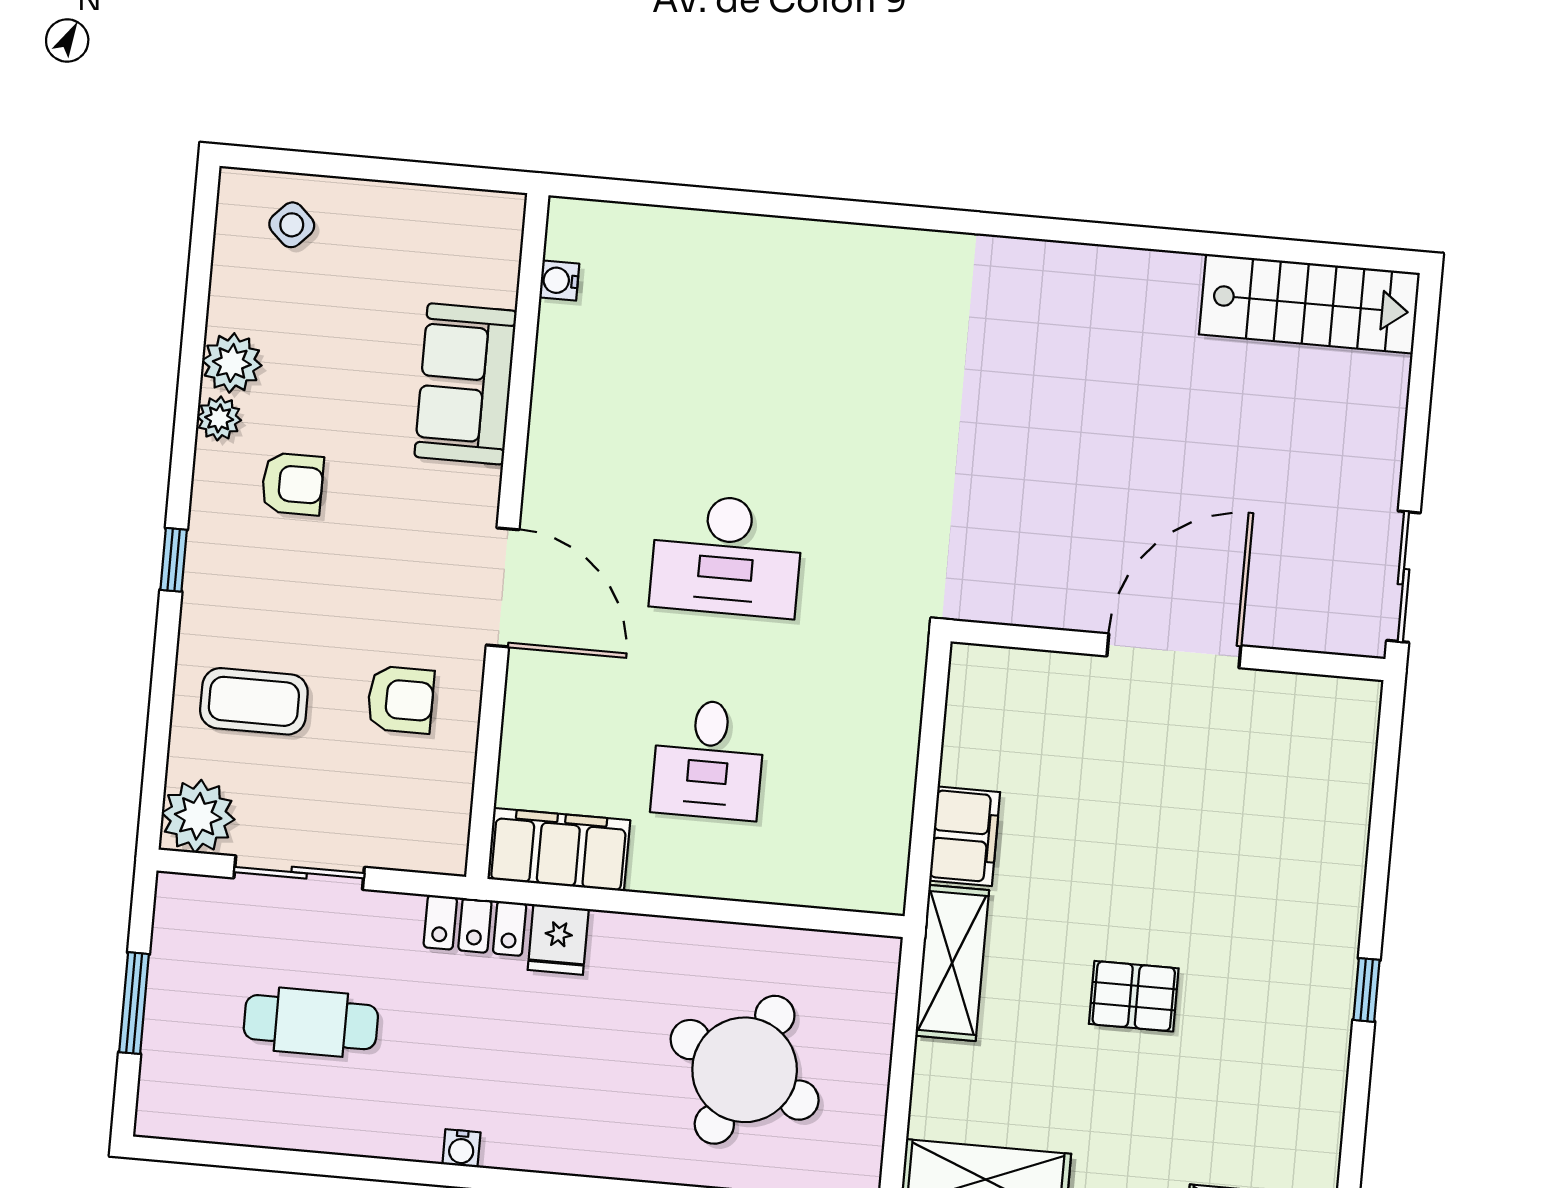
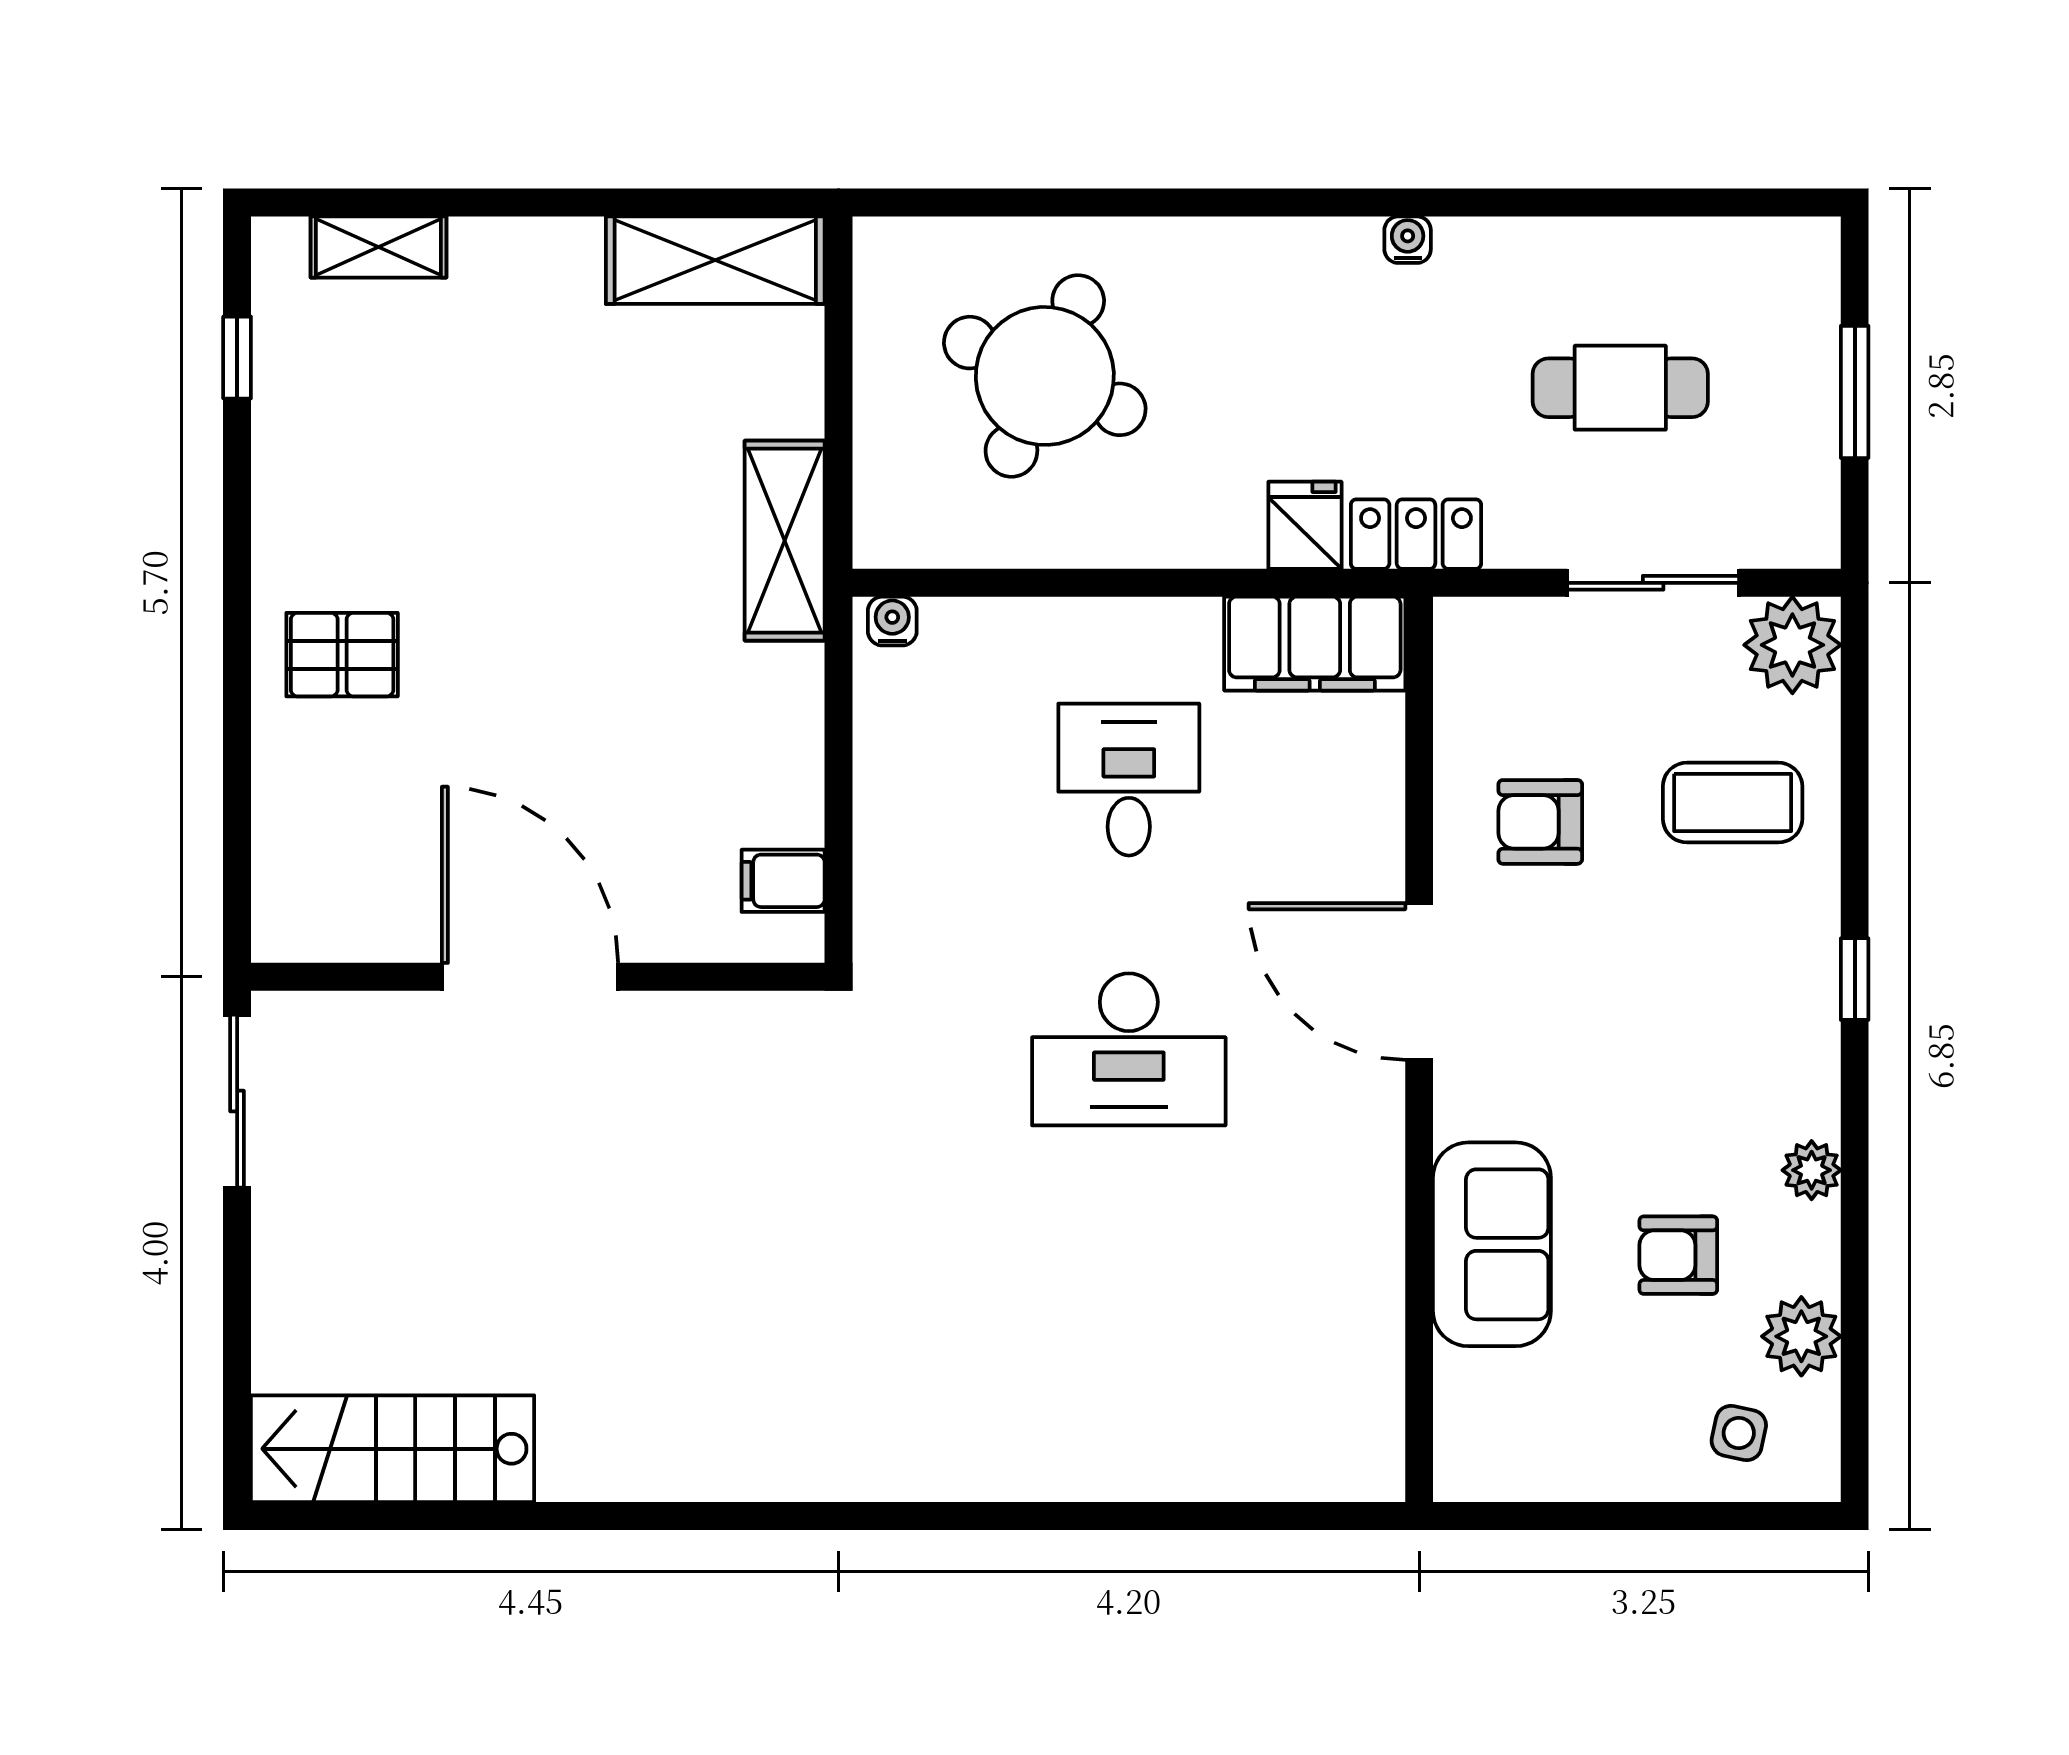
side table: (292, 225) -> (1739, 1433), turned -32
water cooler: (559, 281) -> (892, 621), moved, turned -90
plant: (232, 363) -> (1801, 1336), moved
armchair: (292, 484) -> (1678, 1255), moved
desk: (727, 556) -> (1129, 1049), turned 180
door: (1174, 651) -> (530, 977), swing flipped
filing cabinet: (965, 836) -> (783, 881), moved, width x0.50
window: (1367, 990) -> (237, 358), moved
pallet: (1134, 996) -> (342, 655), moved

